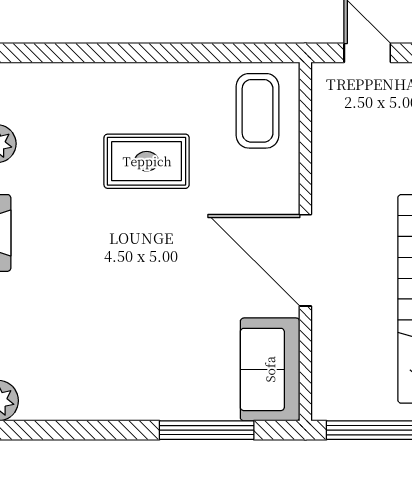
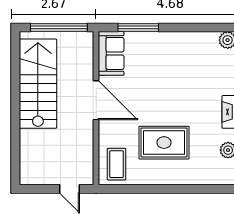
rug: (147, 161) -> (164, 143), width x1.36, depth x1.43

